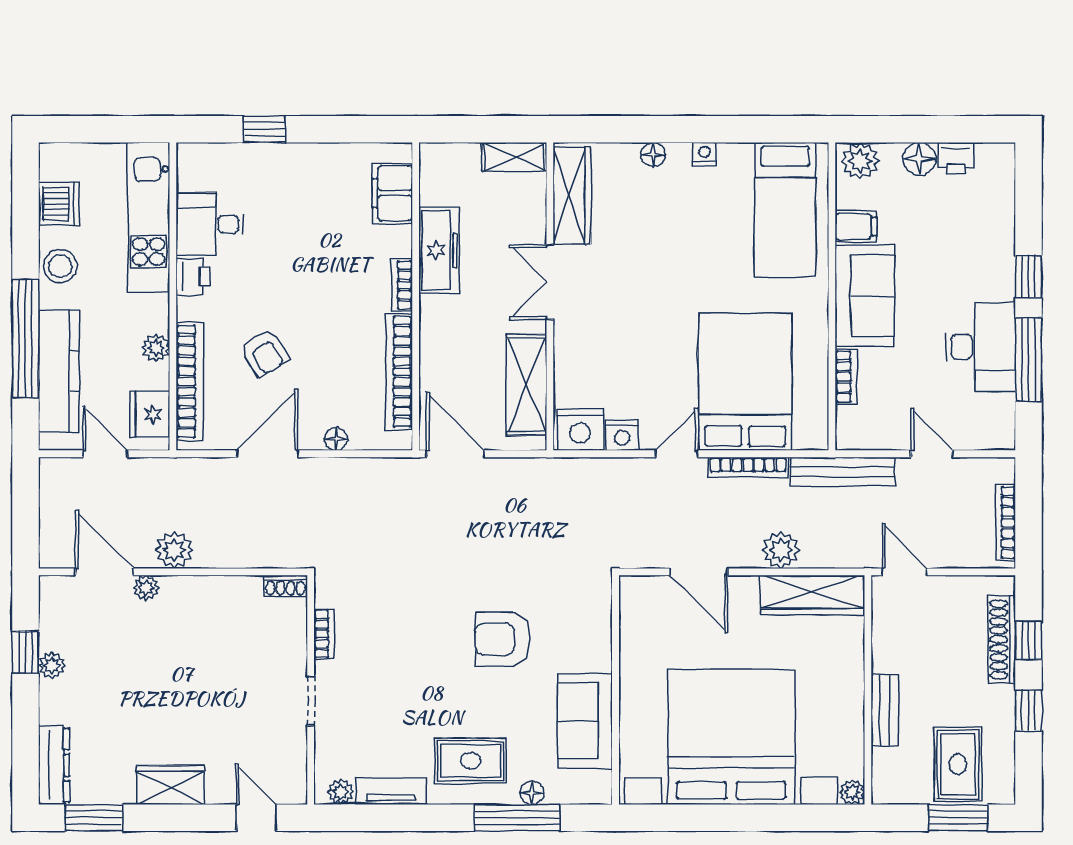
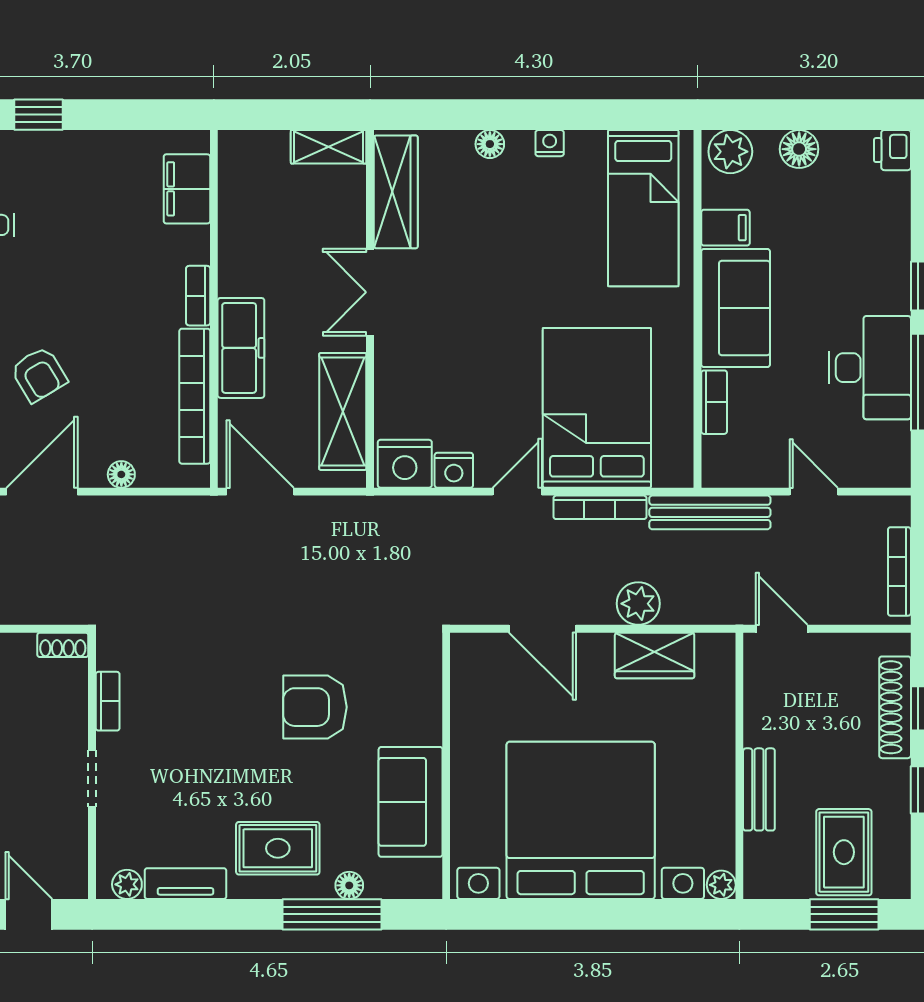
printer: (956, 158) -> (892, 150), moved, turned 90
freezer: (439, 250) -> (241, 348), moved
wardrobe: (812, 595) -> (655, 656), width x0.67

